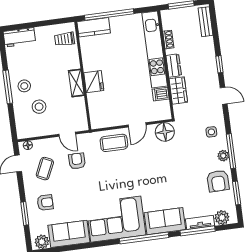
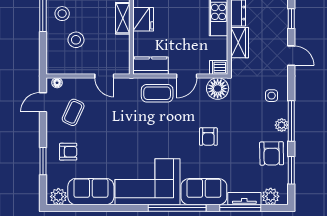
dishwasher: (161, 94) -> (219, 67), moved
kitchen counter: (105, 120) -> (151, 66), added
armchair: (77, 161) -> (208, 137), moved, turned 180

